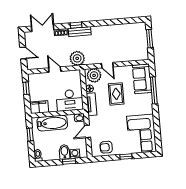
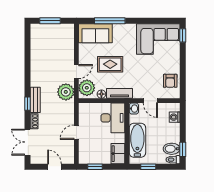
door: (23, 53) -> (54, 167), hinge flipped
plant: (77, 58) -> (66, 92), moved
bidet: (64, 152) -> (172, 149), moved
window: (126, 157) -> (183, 35), moved
window: (69, 161) -> (183, 149), moved

